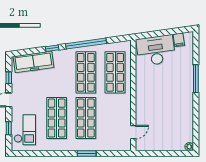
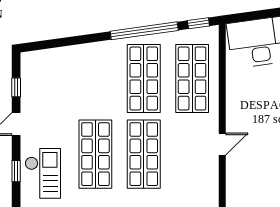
window: (52, 48) -> (198, 23), moved
freezer: (34, 62) -> (57, 61), removed
door: (133, 132) -> (222, 144), moved

